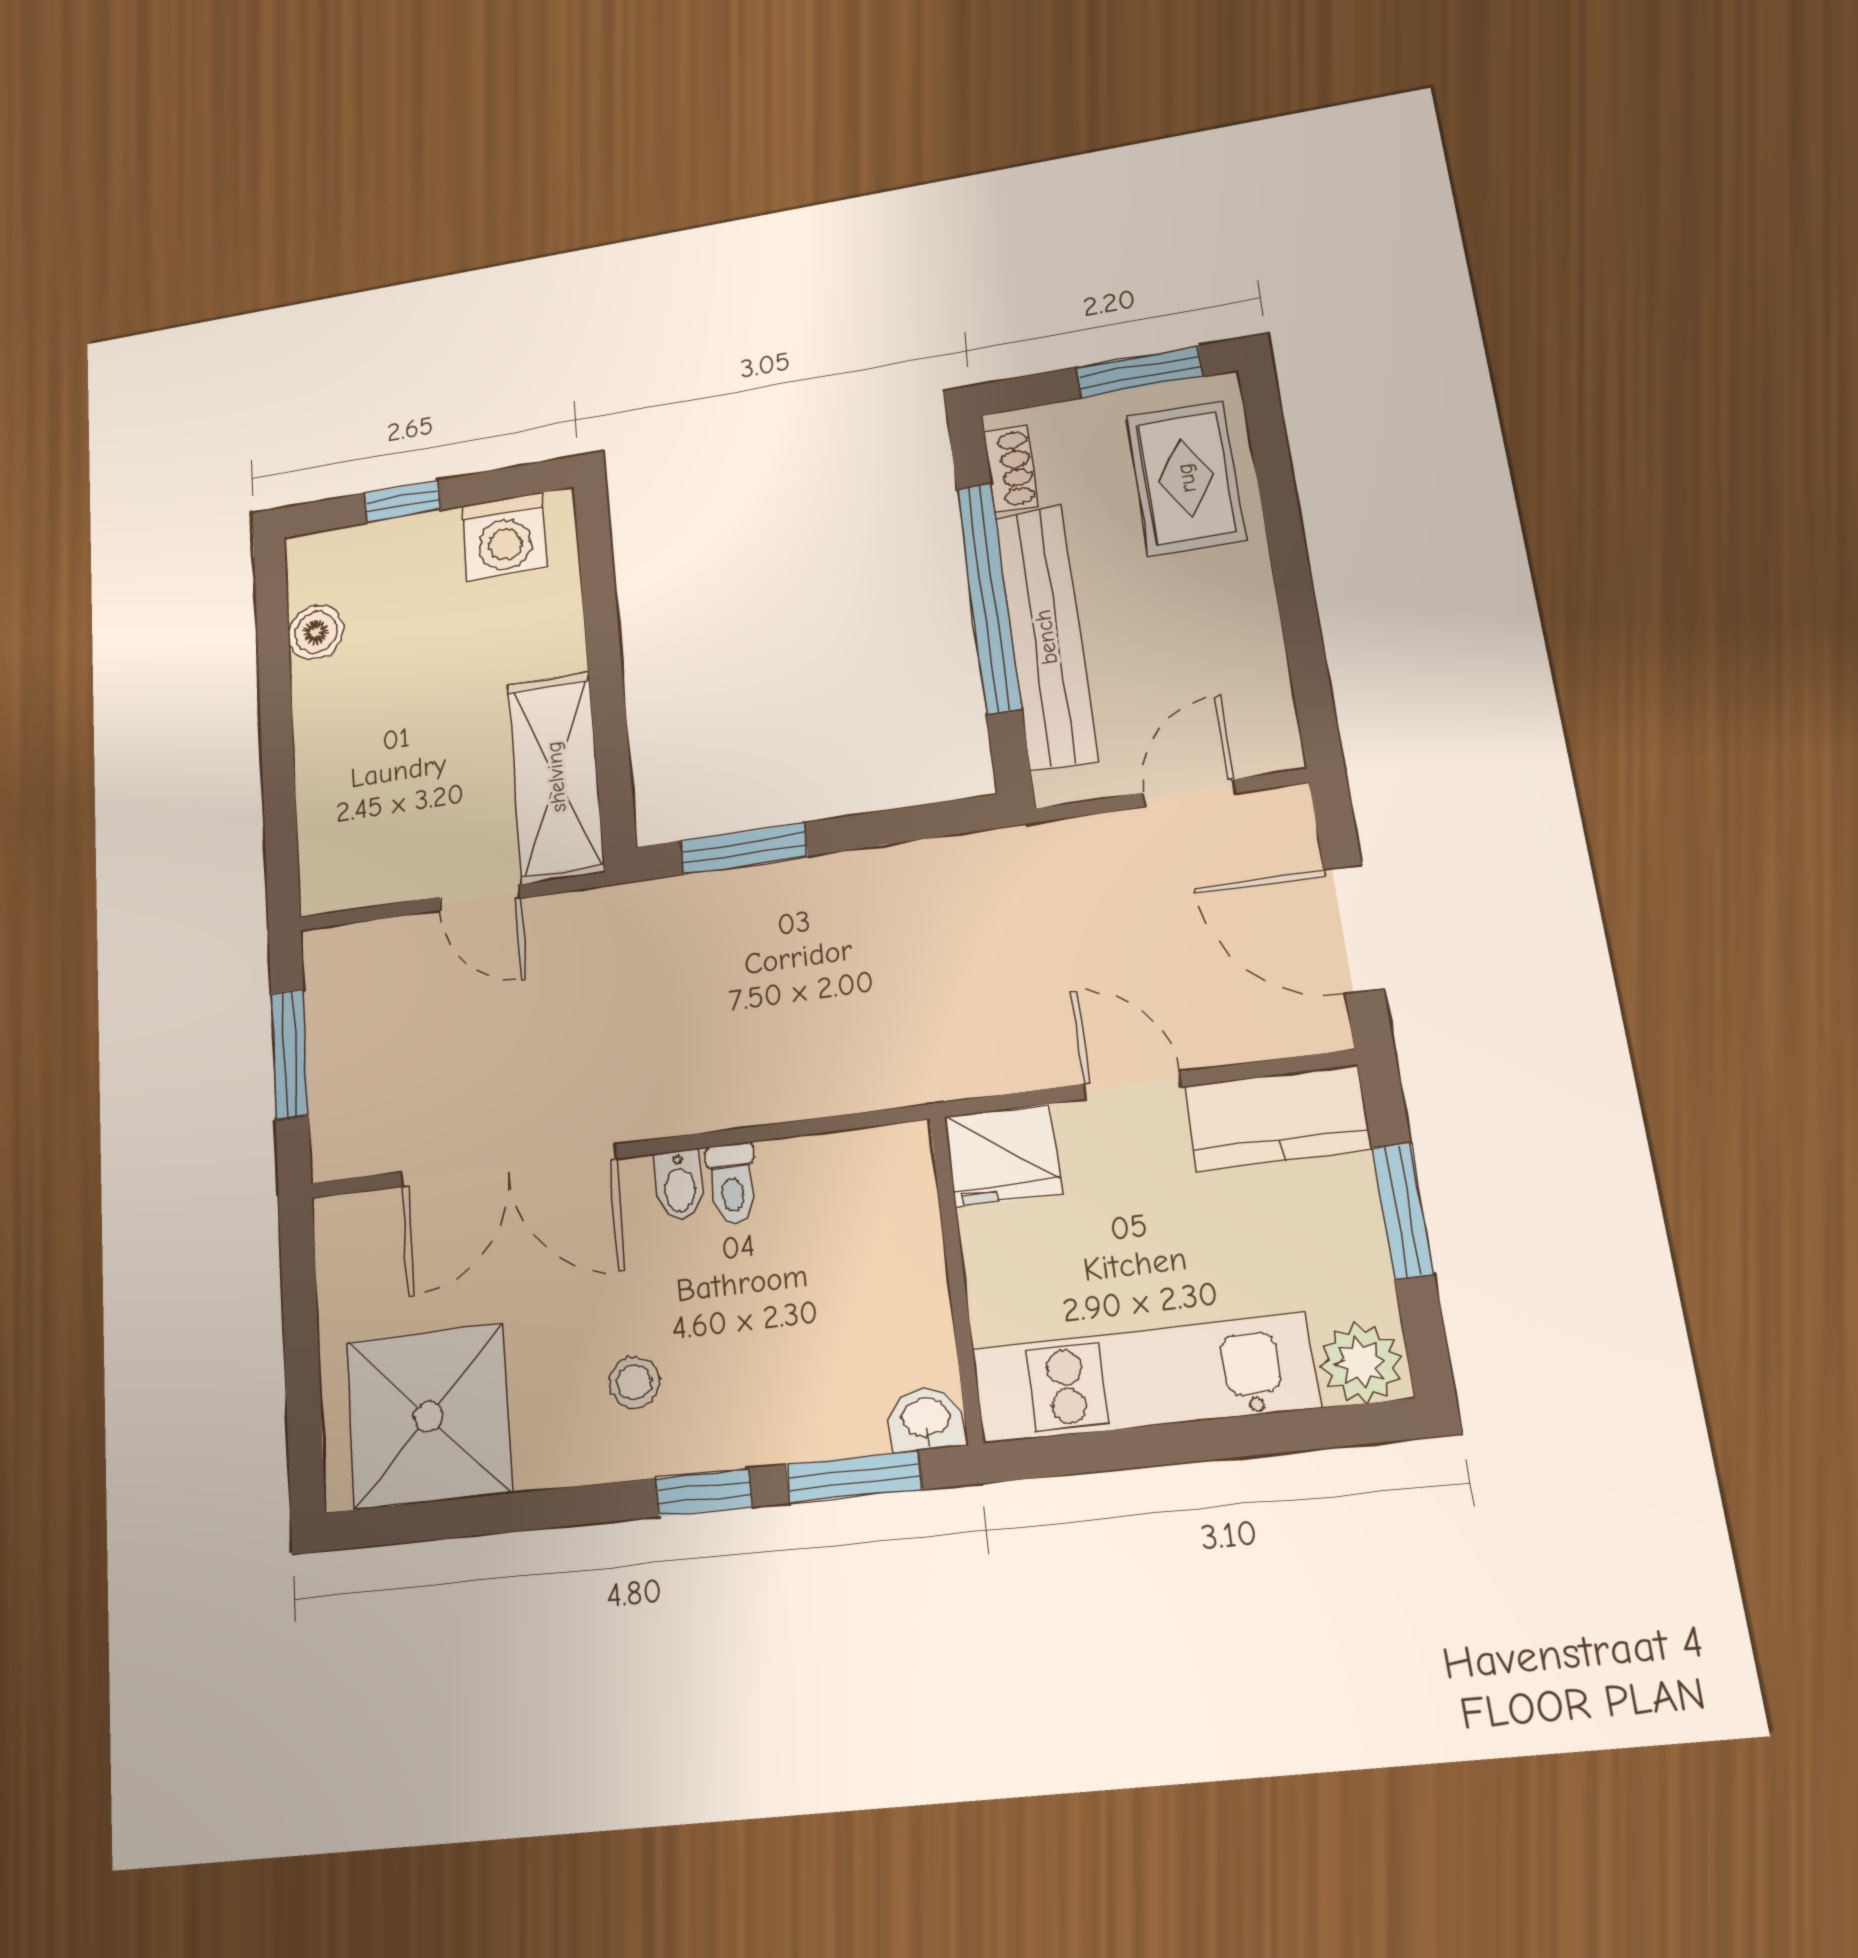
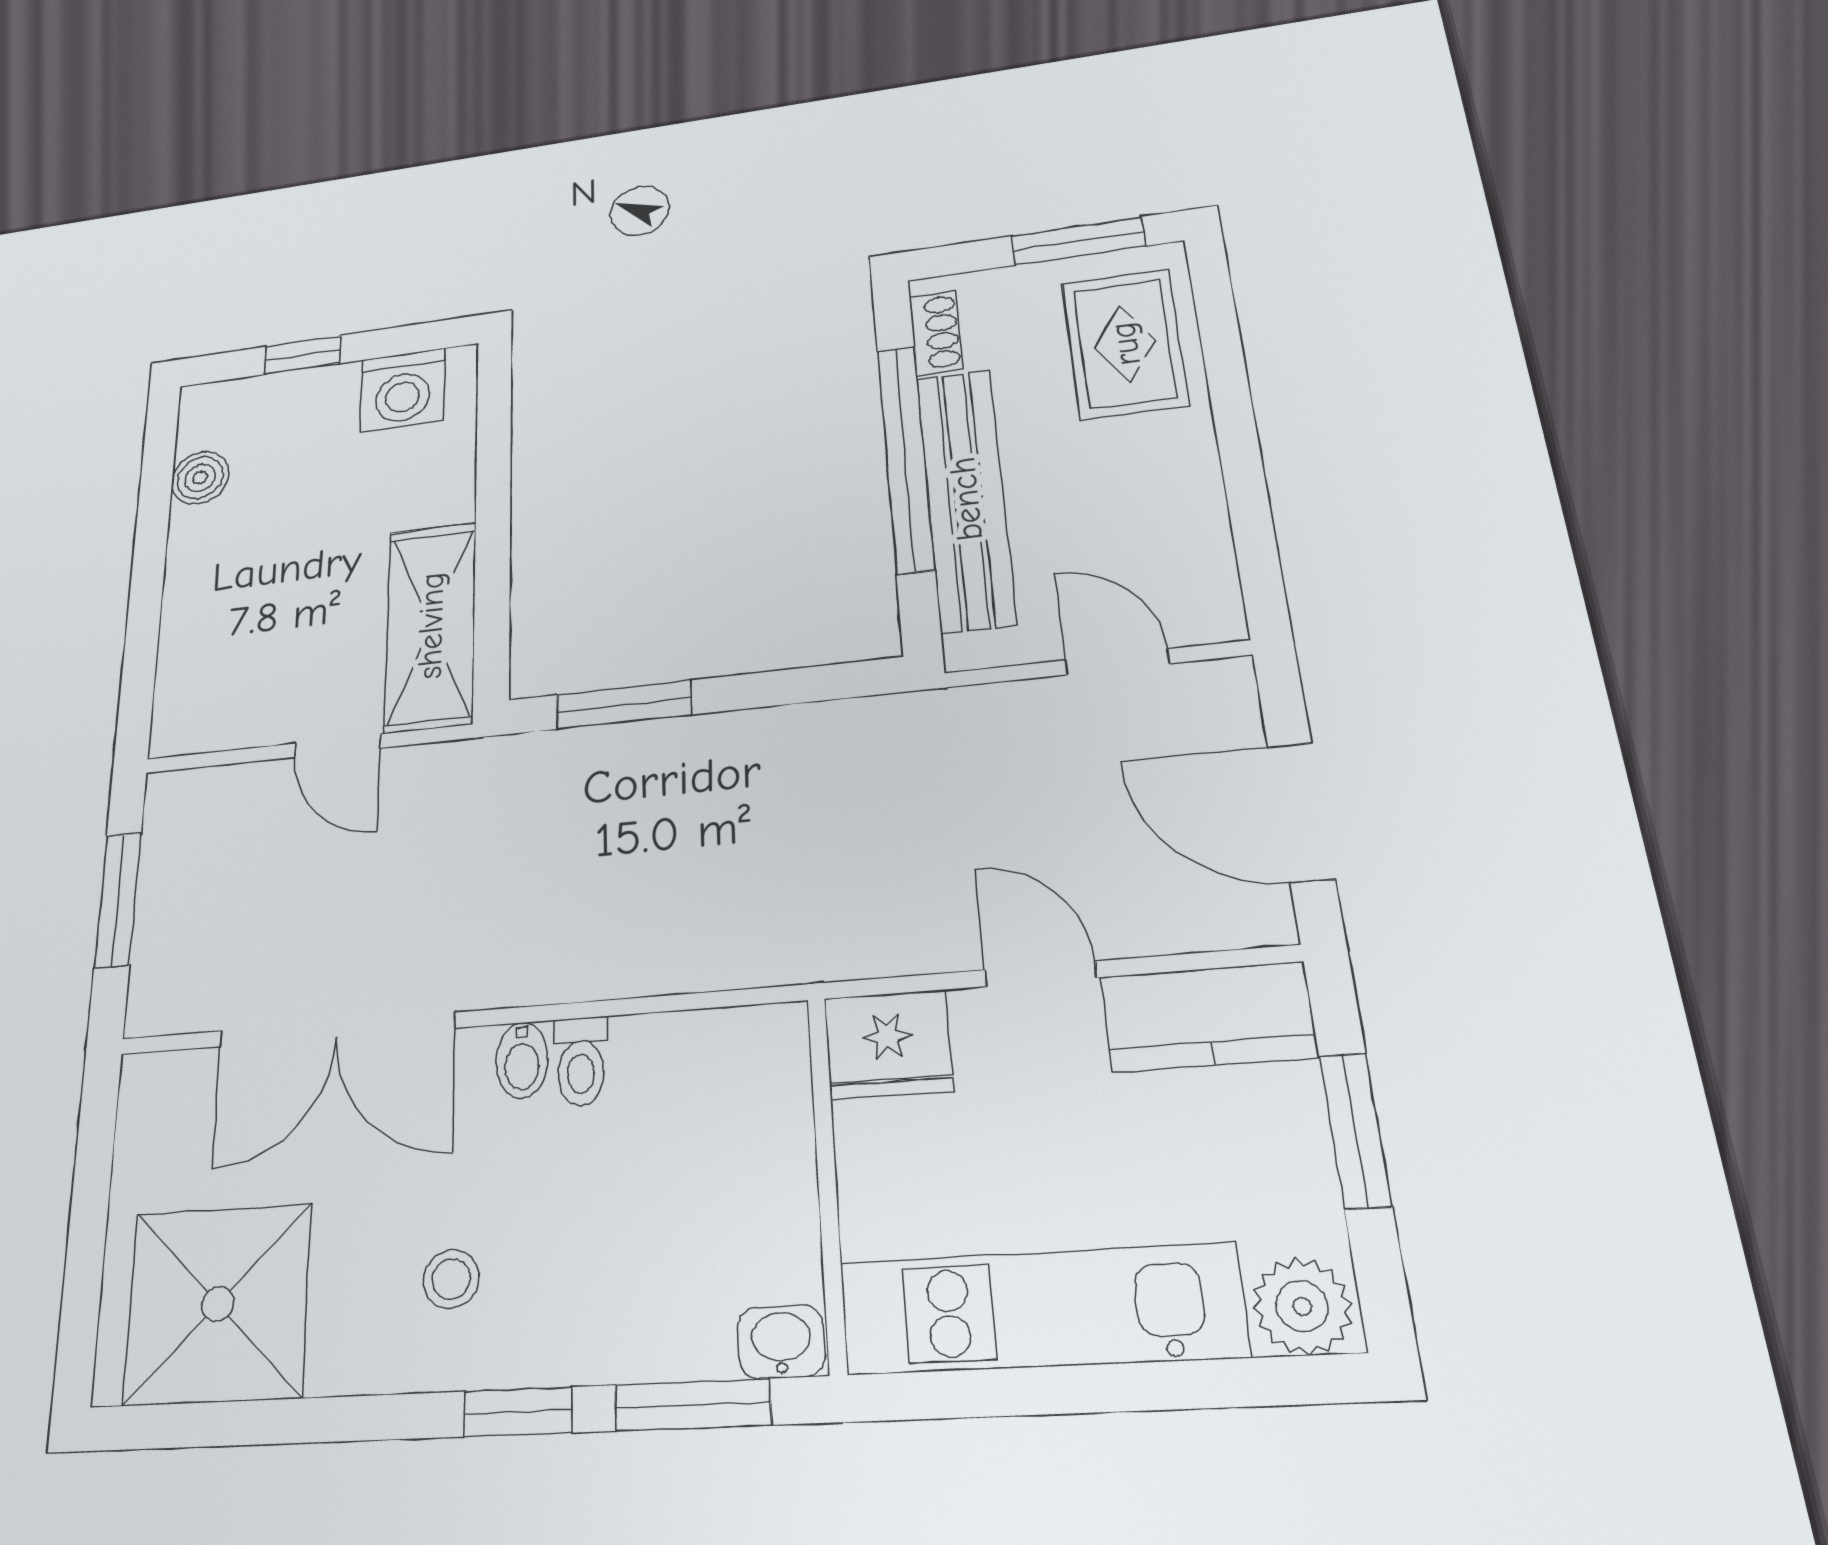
door: (1189, 793) -> (1117, 662), hinge flipped

